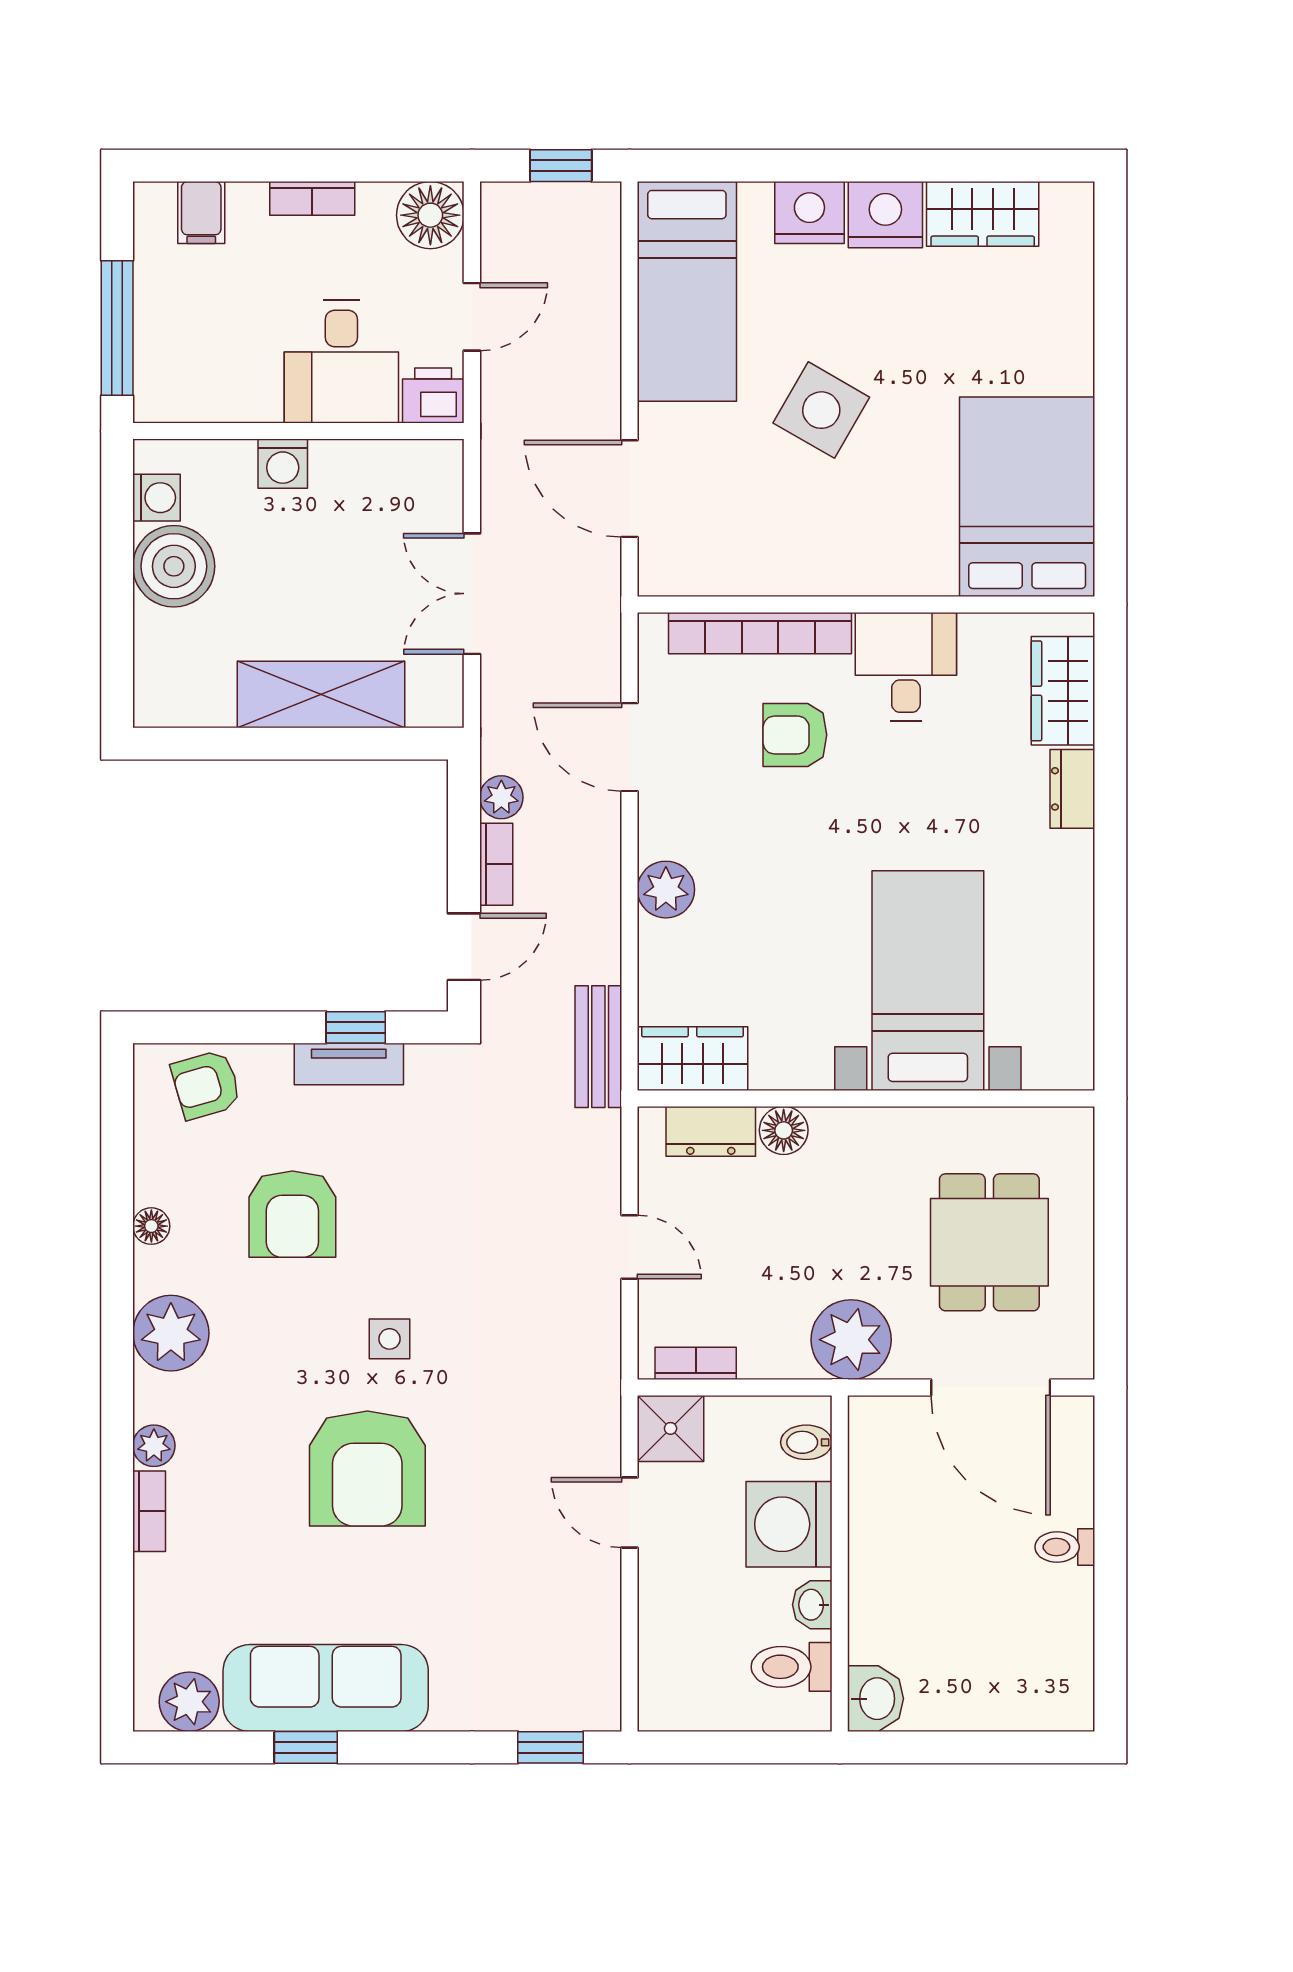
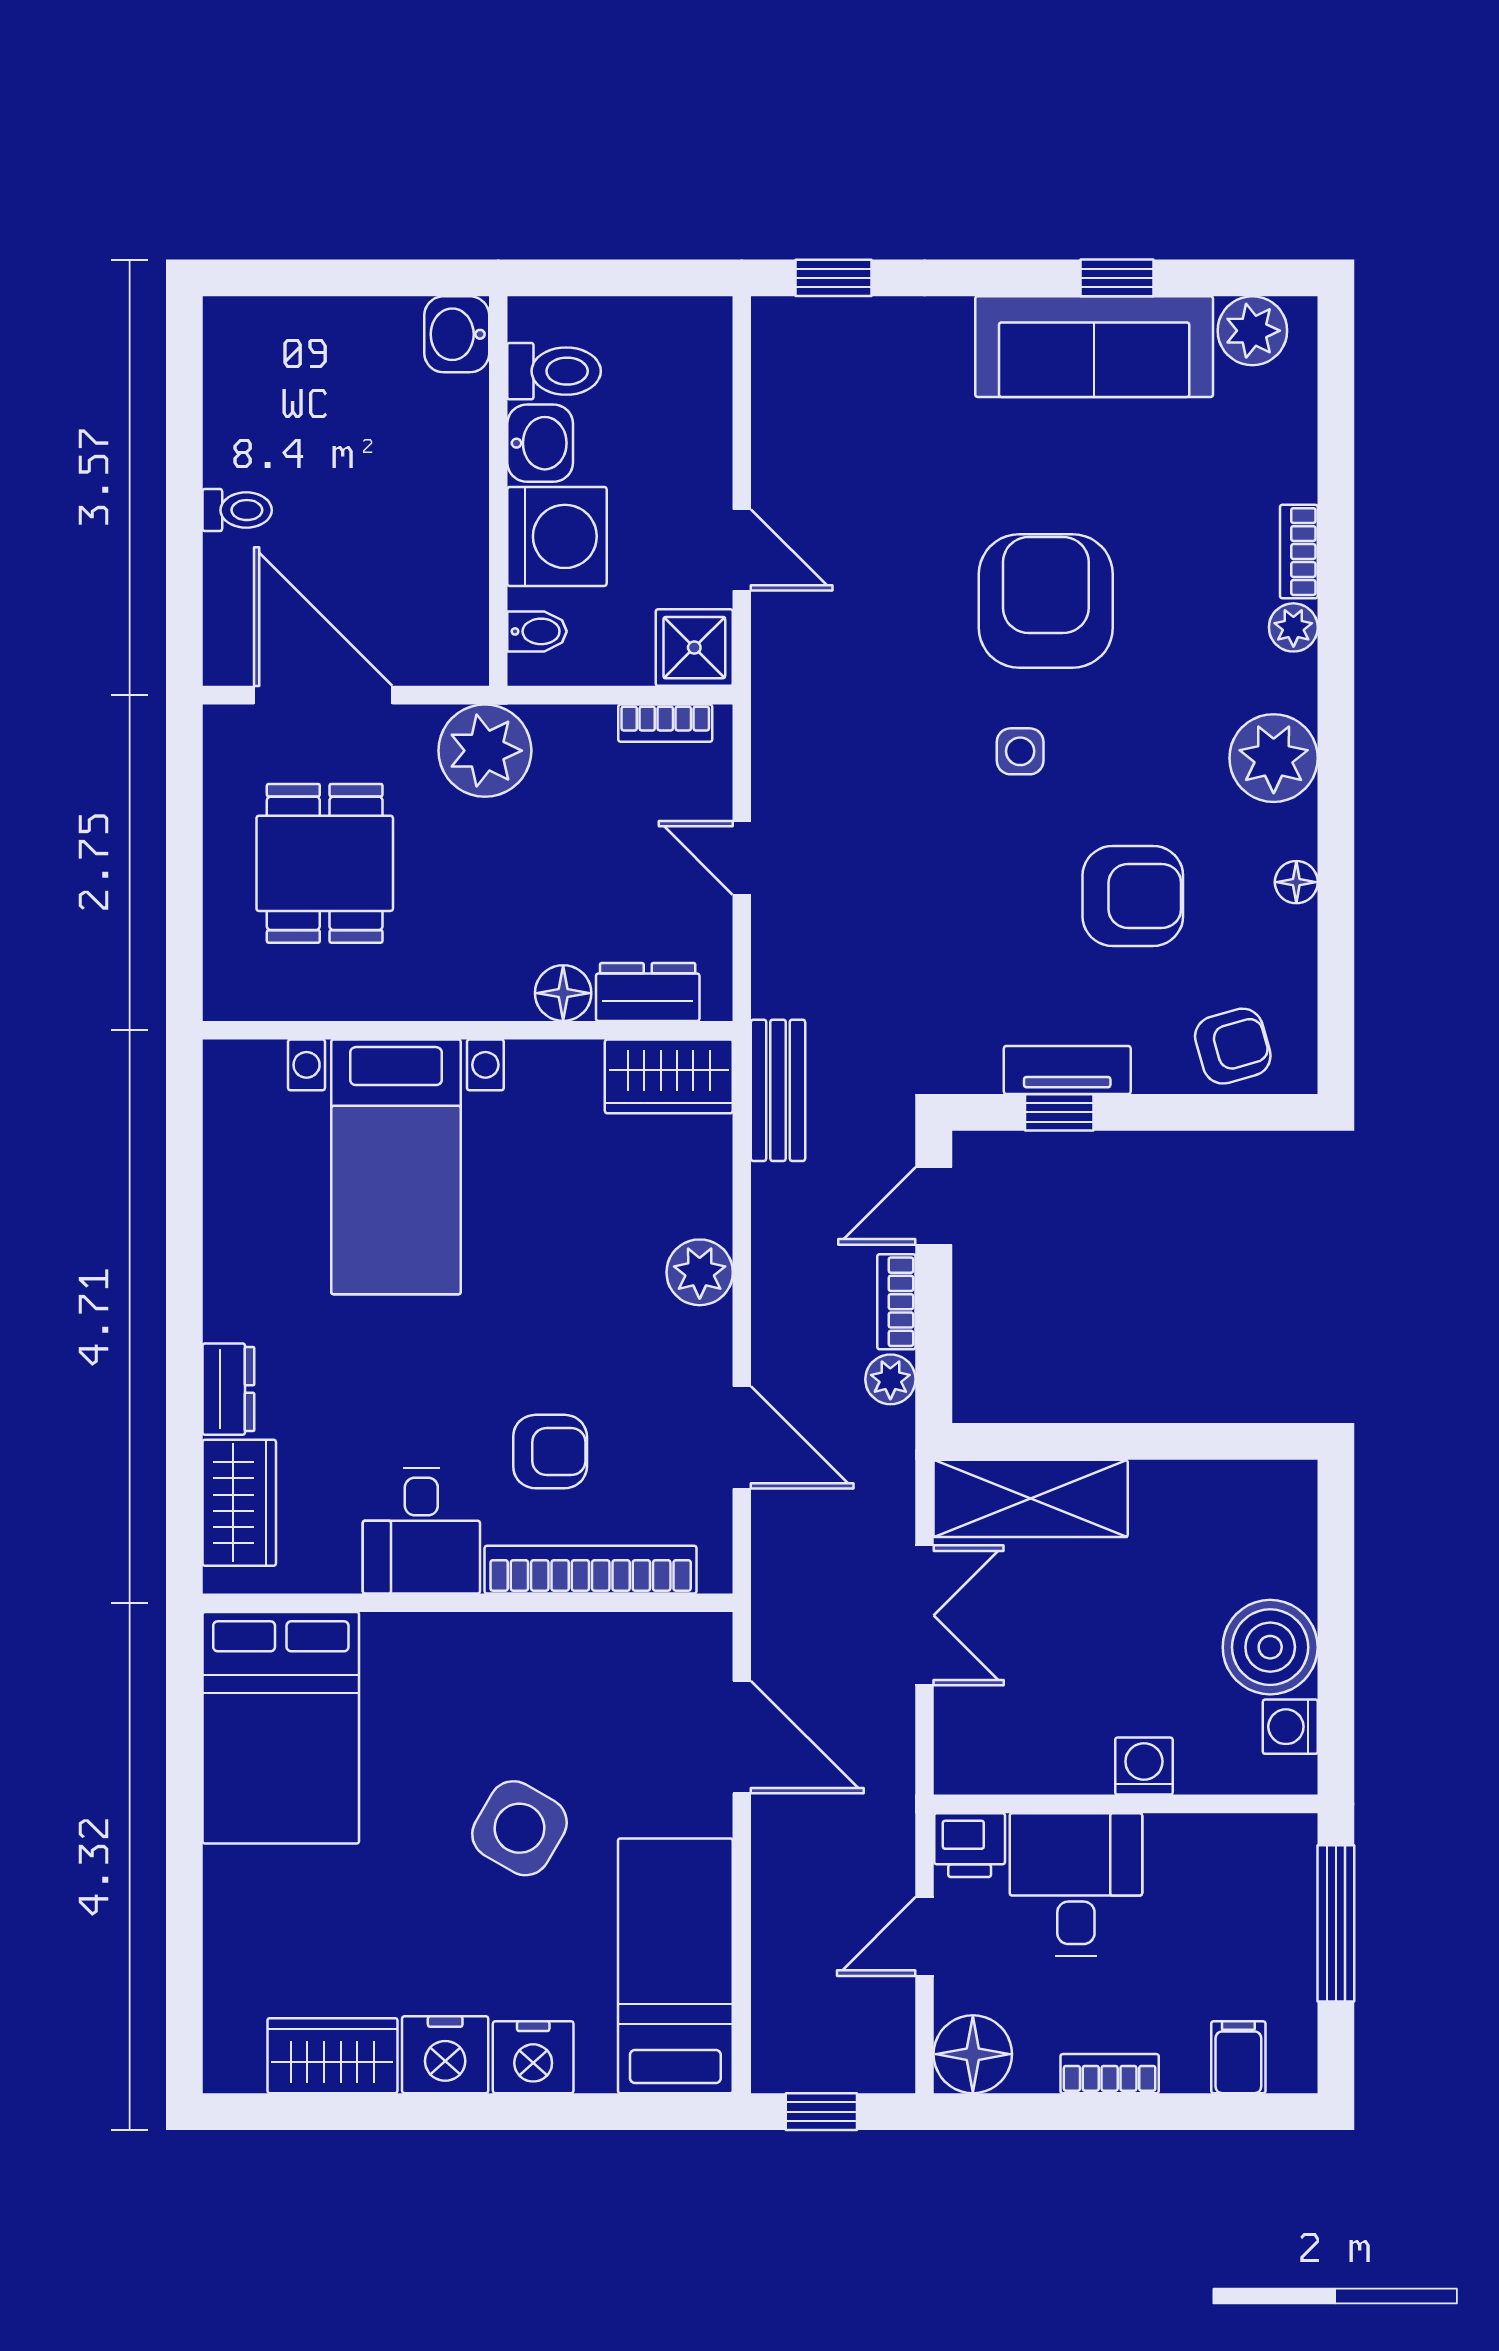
shelving: (321, 695) -> (1031, 1498), moved
armchair: (292, 1214) -> (1133, 896), turned 90
washbasin: (812, 1605) -> (540, 443), width x1.38, depth x1.45

